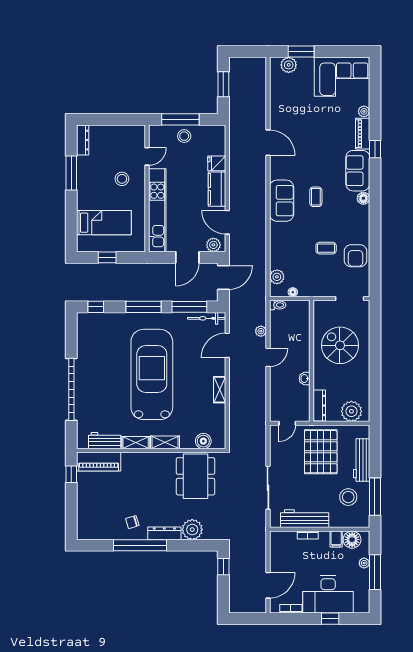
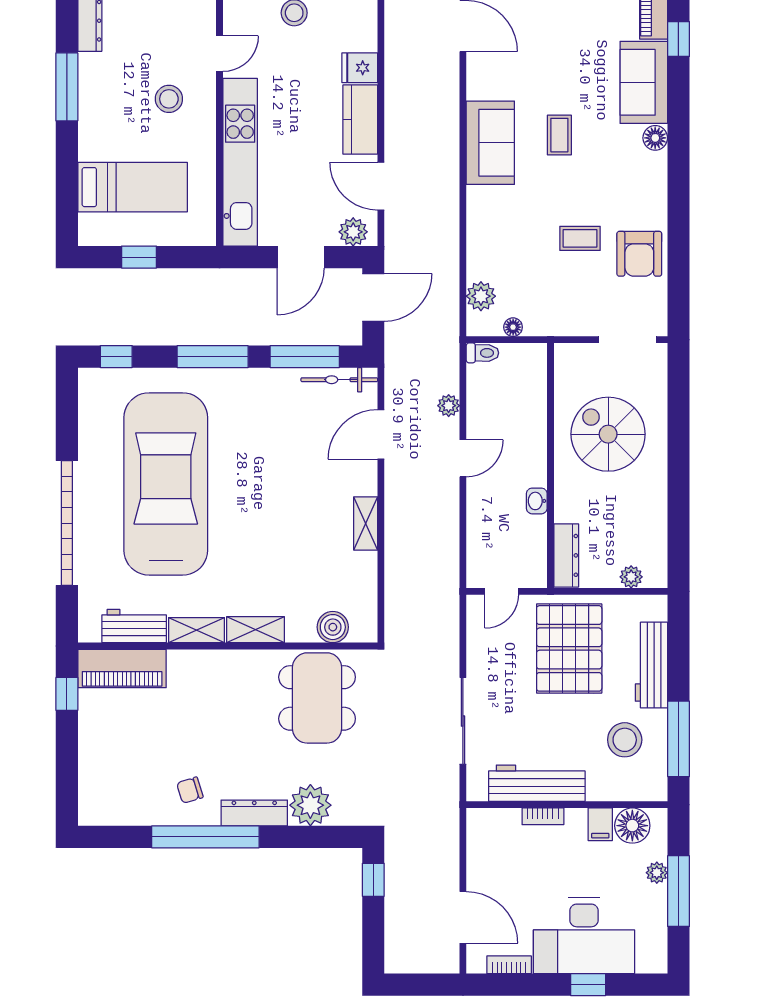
car: (152, 374) -> (166, 484), moved
plant: (351, 411) -> (631, 577), width x0.53, depth x0.53
door: (268, 585) -> (463, 917), hinge flipped

